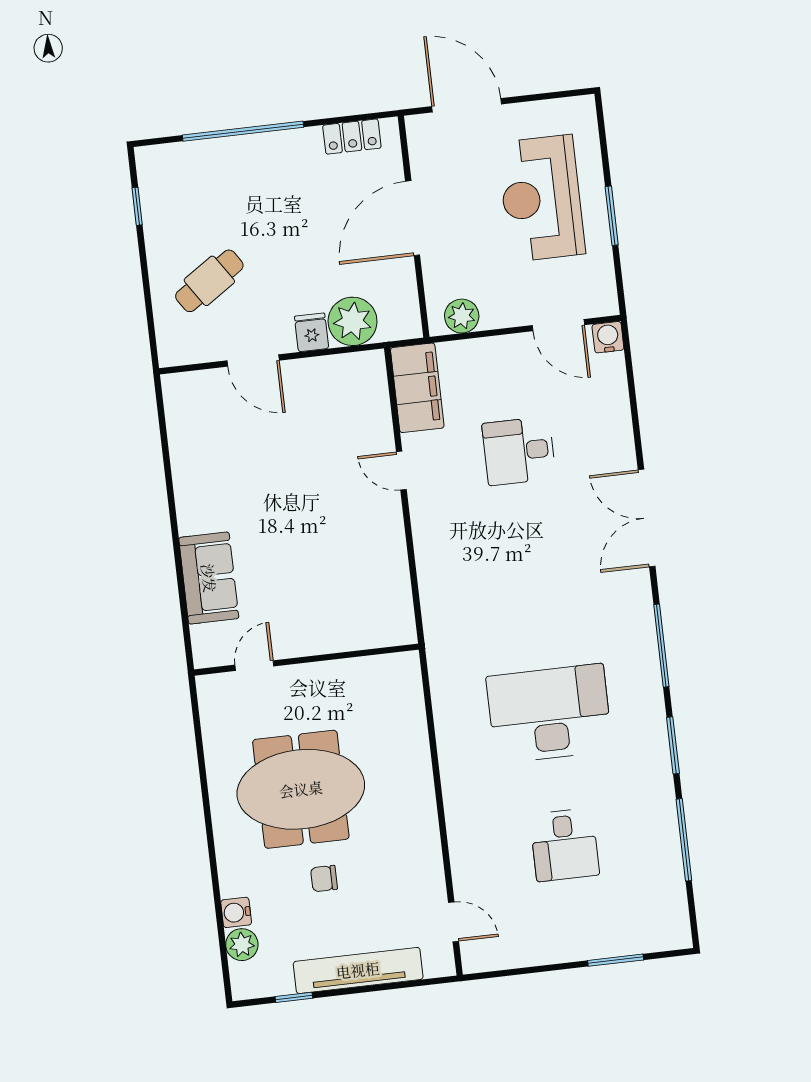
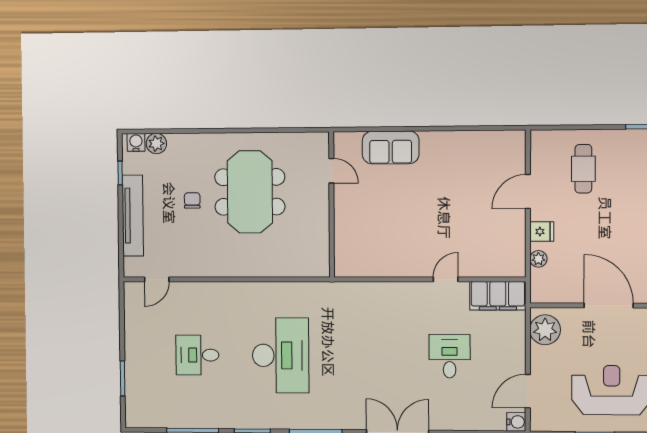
cafe table: (209, 281) -> (583, 169), turned 34
plant: (462, 316) -> (545, 330), width x1.36, depth x1.36
plant: (353, 321) -> (538, 259), width x0.53, depth x0.53
water cooler: (236, 912) -> (136, 142), moved

